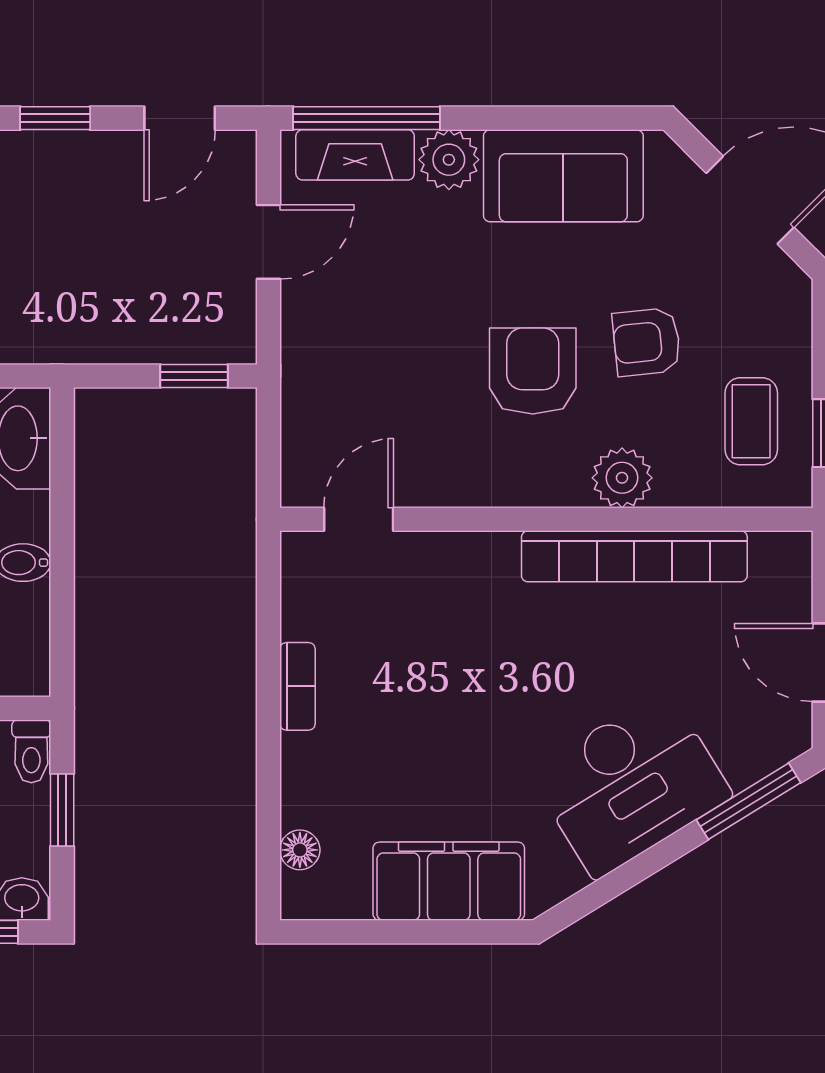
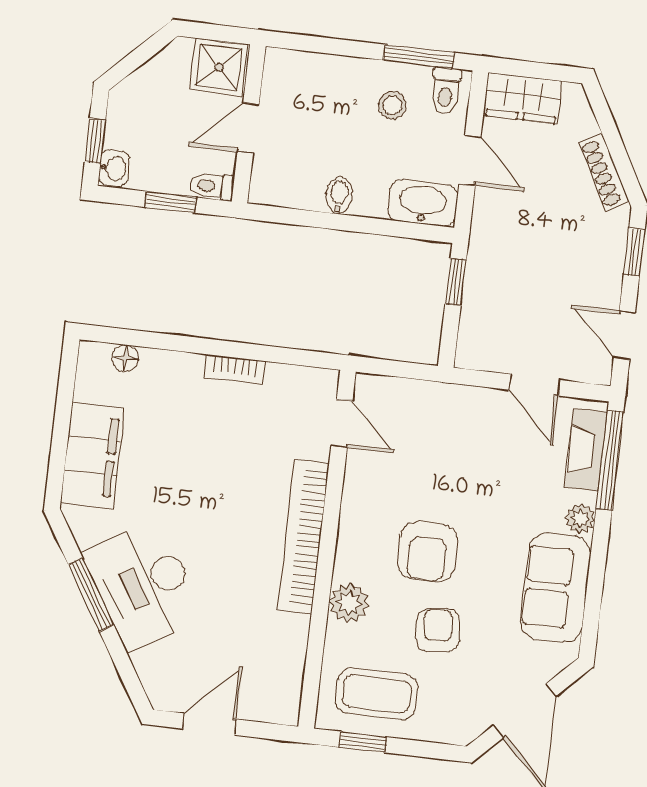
plant: (449, 160) -> (580, 518), width x0.73, depth x0.73
armchair: (533, 371) -> (427, 552), turned 90
window: (194, 376) -> (456, 282), moved
coffee table: (751, 421) -> (377, 694), width x1.36, depth x1.30
bookcase: (634, 556) -> (303, 537), moved
window: (748, 801) -> (91, 595), moved

